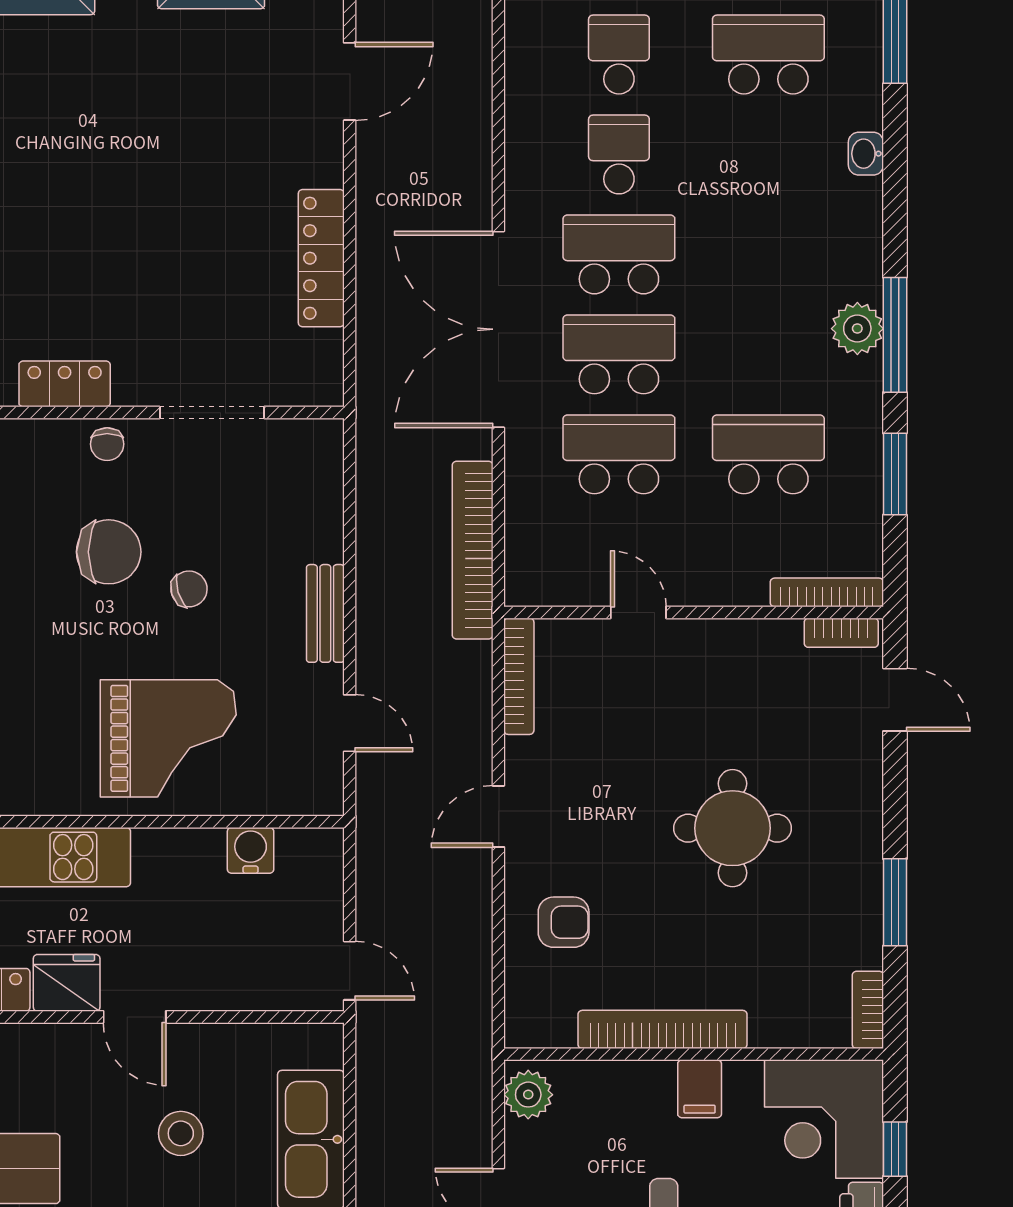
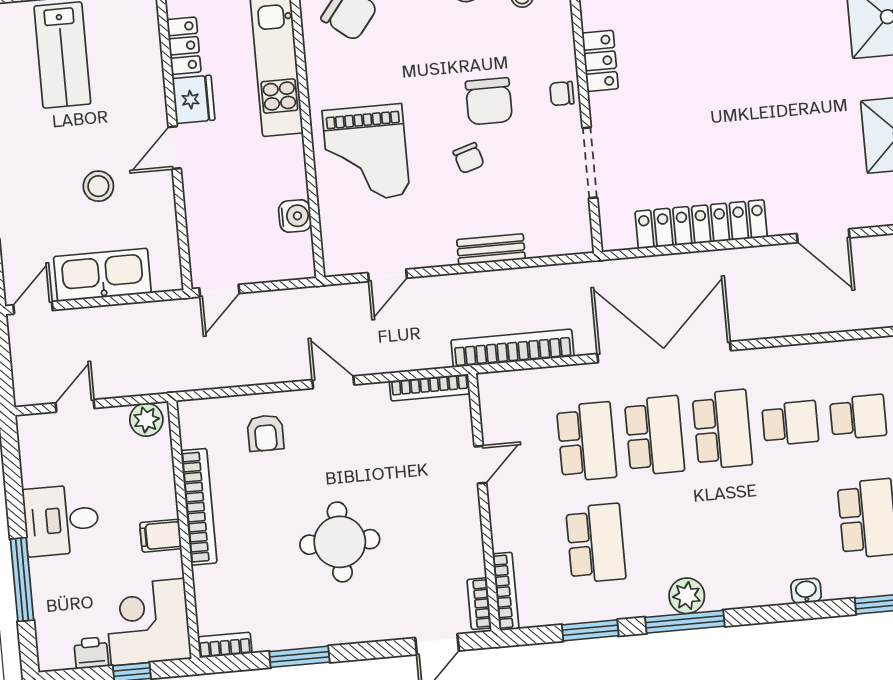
locker: (321, 258) -> (701, 224), width x1.41, depth x1.21
bench: (325, 613) -> (491, 249), moved

